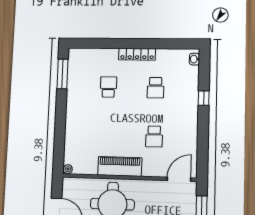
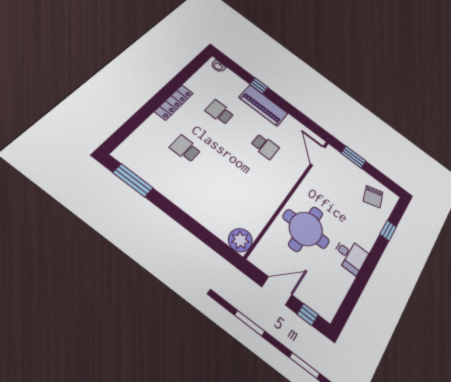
school desk: (156, 88) -> (220, 112), turned 180
piano: (120, 166) -> (263, 105), moved, turned -90
plant: (68, 169) -> (240, 240), width x1.87, depth x1.87

